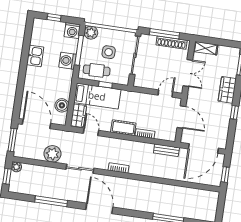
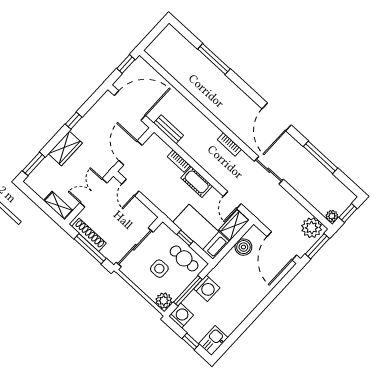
kitchen sink: (35, 56) -> (213, 341), moved
door: (165, 94) -> (130, 188), hinge flipped
plant: (52, 154) -> (312, 228), moved

